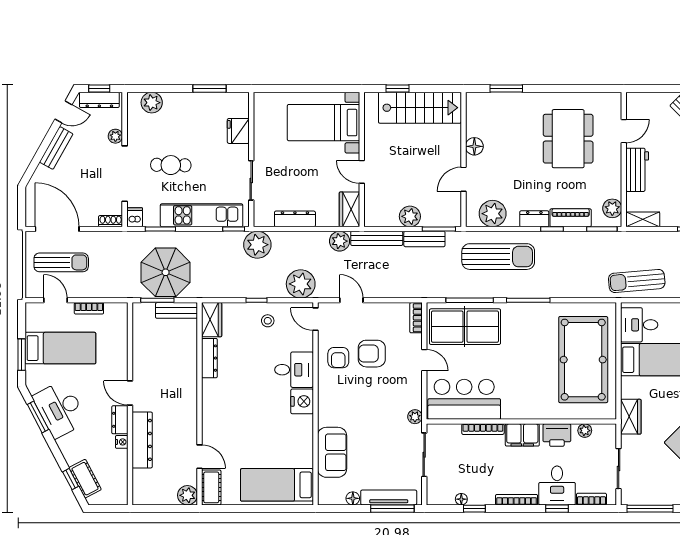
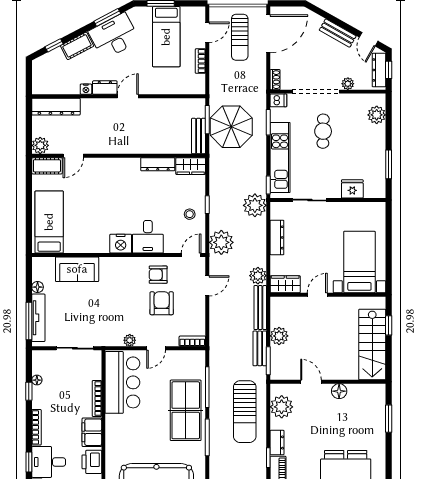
table tennis table: (465, 327) -> (186, 410), moved
plant: (415, 417) -> (130, 340), moved
dresser: (142, 440) -> (56, 107), moved
cot: (85, 479) -> (77, 46), moved

